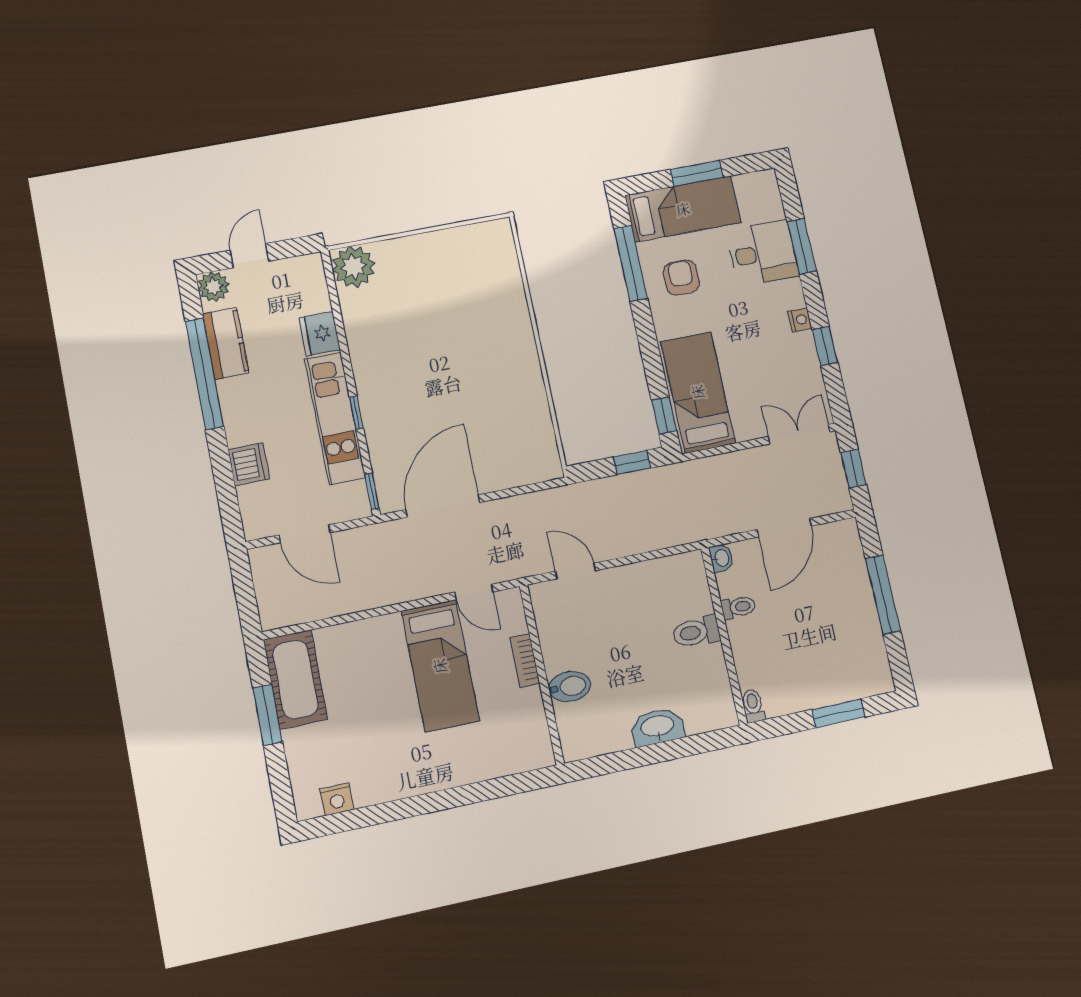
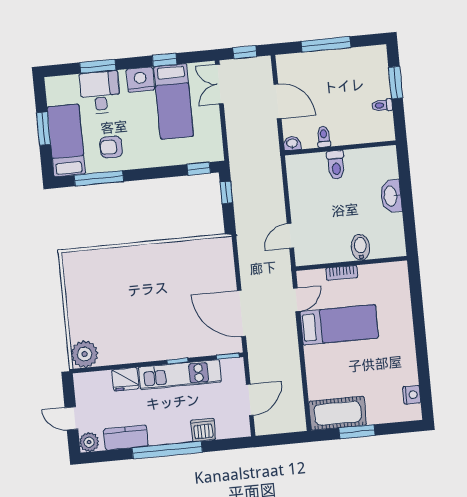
nightstand: (800, 320) -> (140, 80), width x1.89, depth x1.79
window: (204, 374) -> (167, 450), moved
bed: (698, 392) -> (174, 101), moved, turned -90
toilet: (753, 706) -> (382, 105), moved

